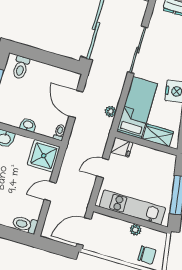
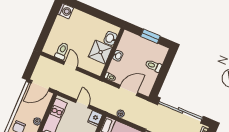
toilet: (21, 67) -> (153, 66), moved
shower: (44, 156) -> (100, 52), moved
toilet: (25, 224) -> (62, 51), moved
door: (84, 231) -> (40, 86), swing flipped

